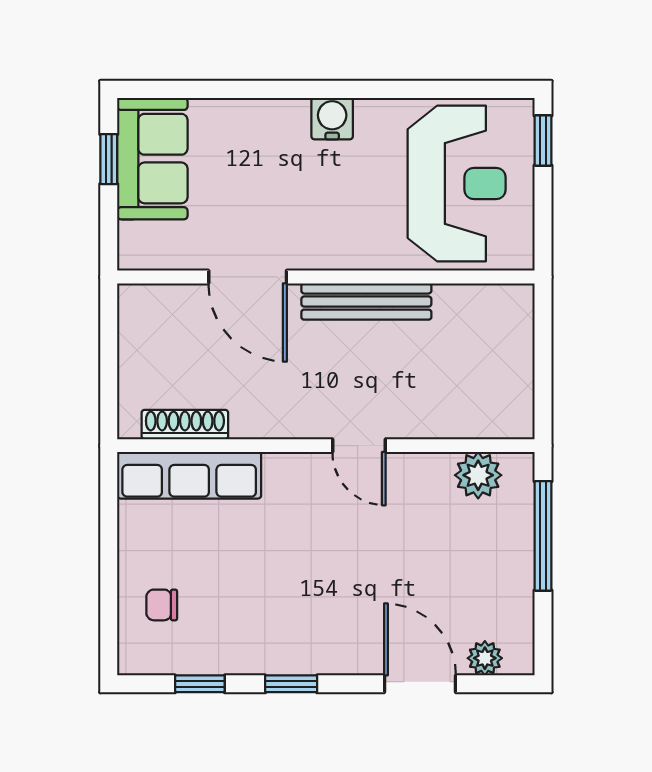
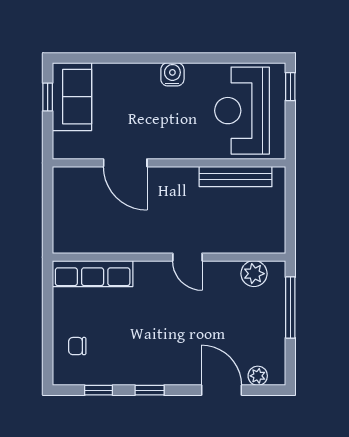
reception desk: (457, 184) -> (242, 111), turned 180
bench: (366, 302) -> (236, 177), moved
shoe rack: (185, 425) -> (90, 245), removed

